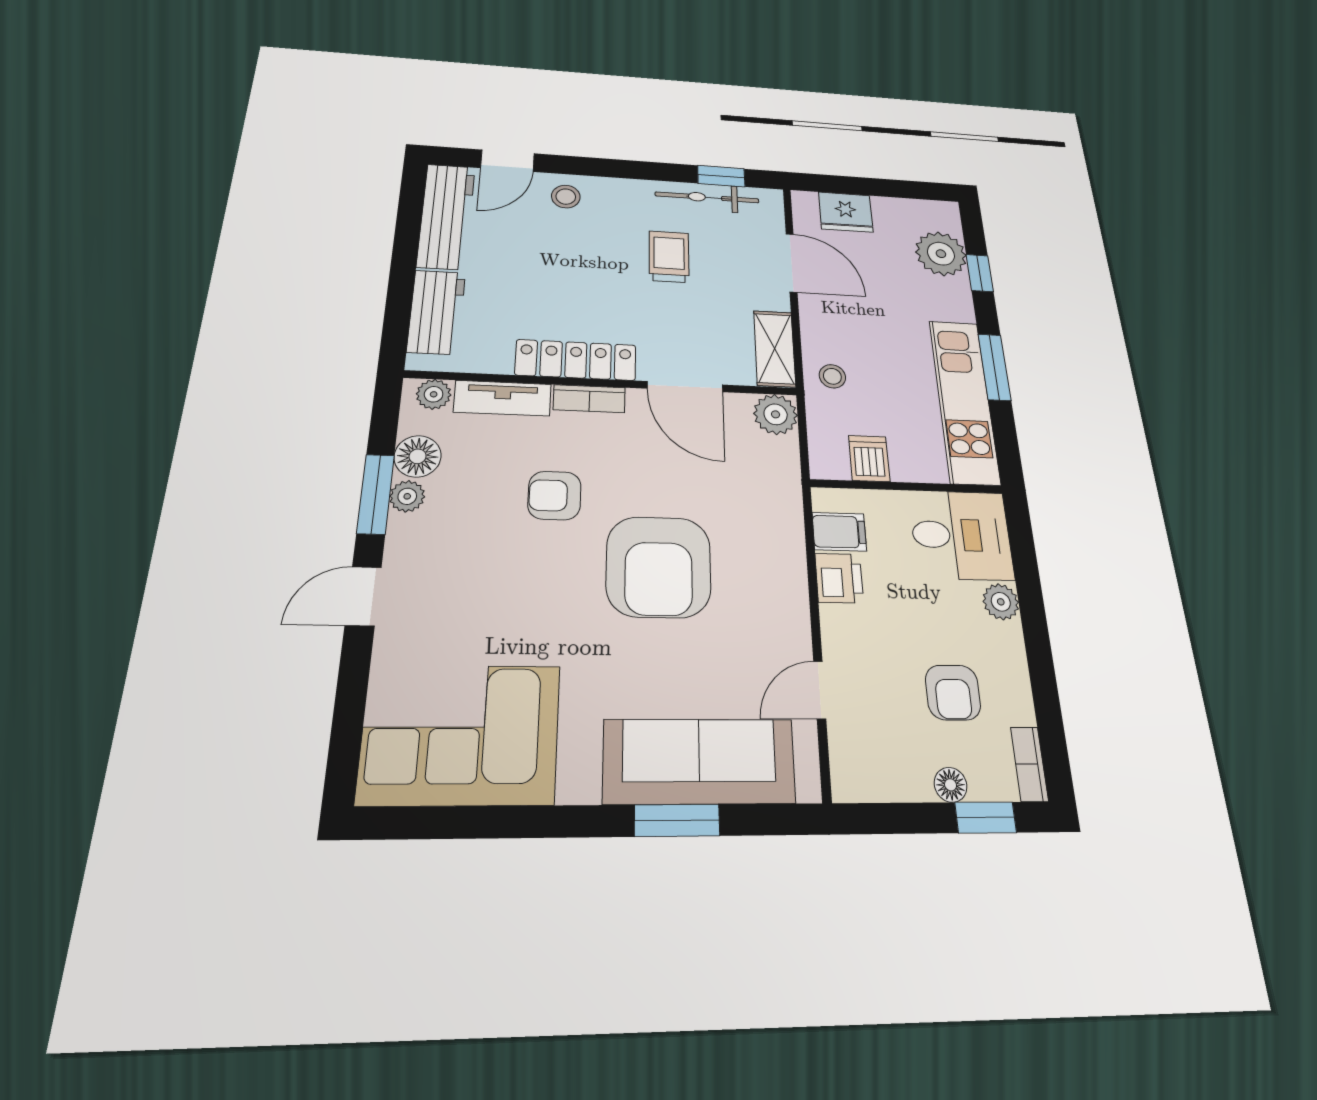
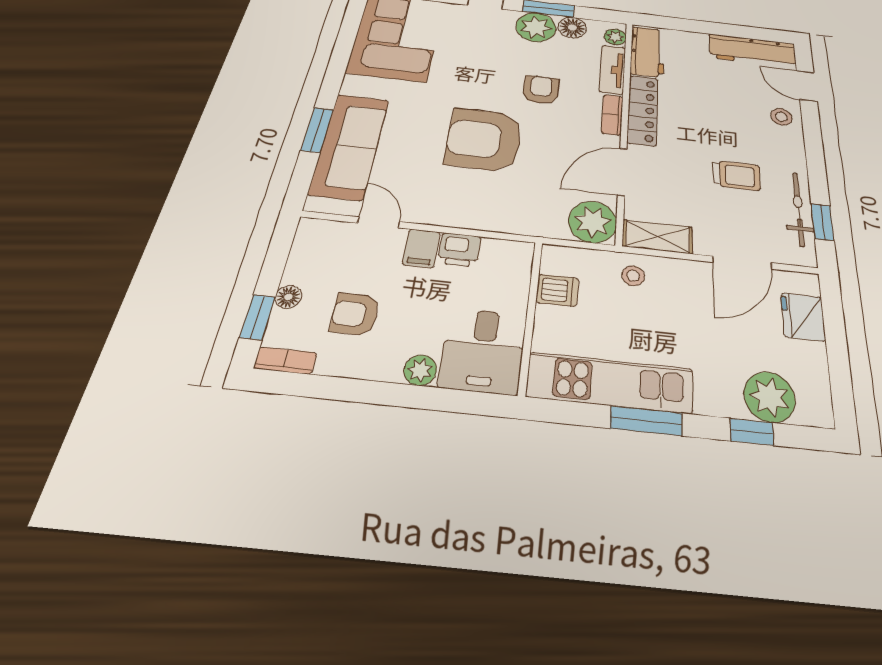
workbench: (436, 312) -> (648, 52), moved, turned -90
plant: (776, 414) -> (593, 222), width x1.36, depth x1.36
plant: (407, 496) -> (536, 27), width x1.88, depth x1.88
filing cabinet: (839, 532) -> (421, 248), moved

